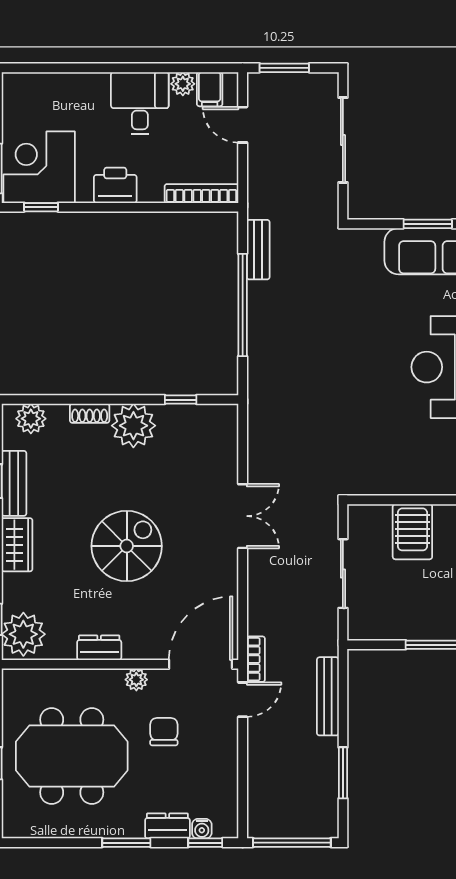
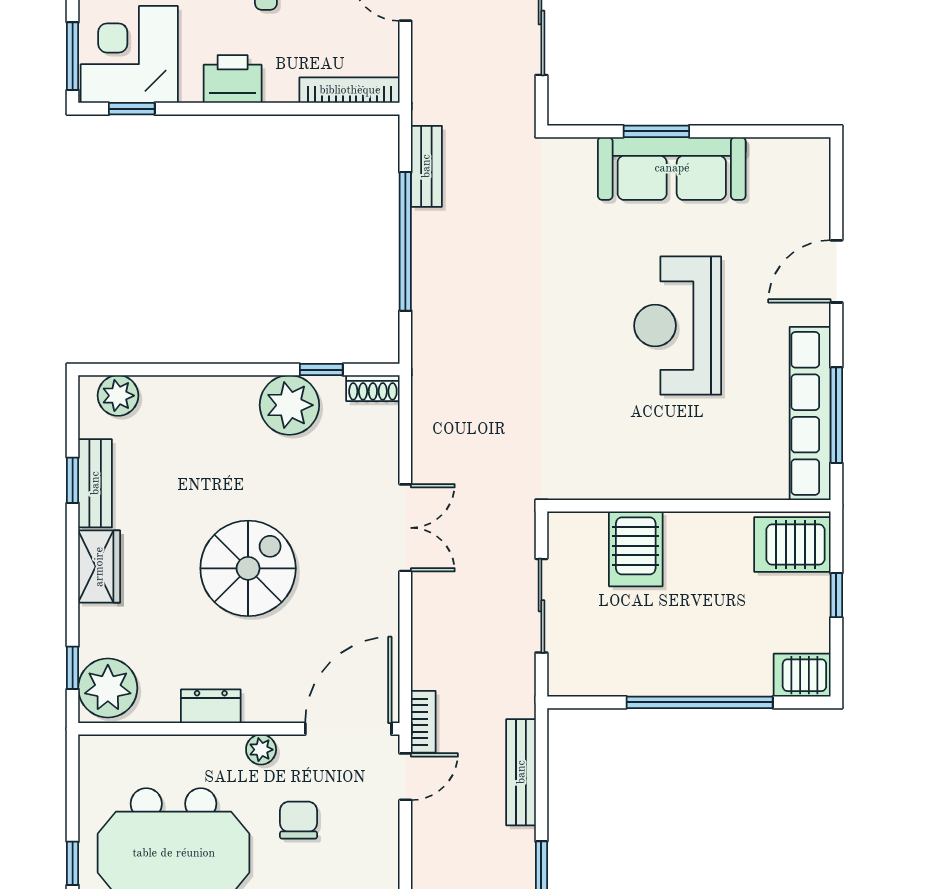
shoe rack: (90, 413) -> (373, 388), moved
plant: (133, 426) -> (289, 405), moved

